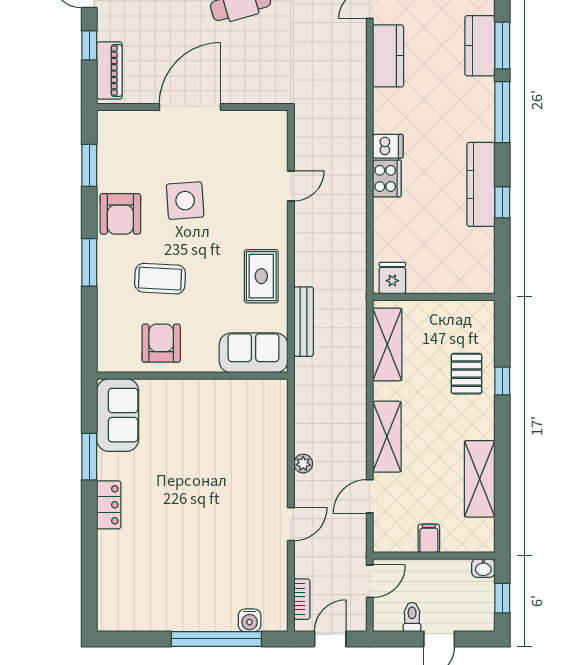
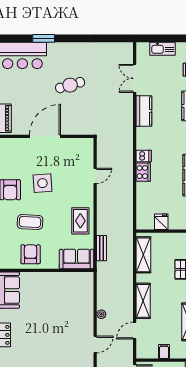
fridge: (392, 278) -> (161, 222), moved
bench: (304, 322) -> (102, 248), width x0.73

